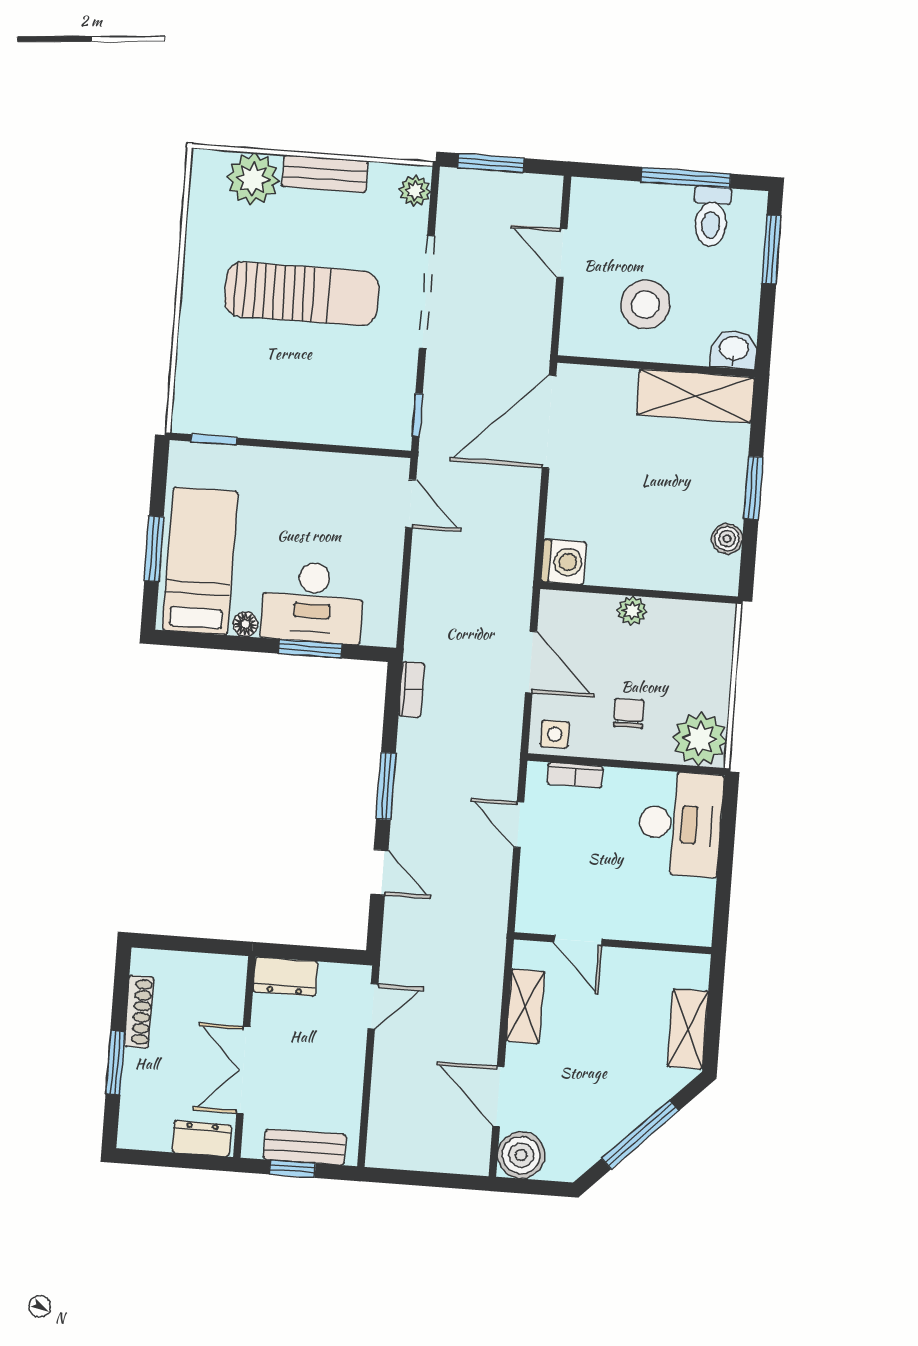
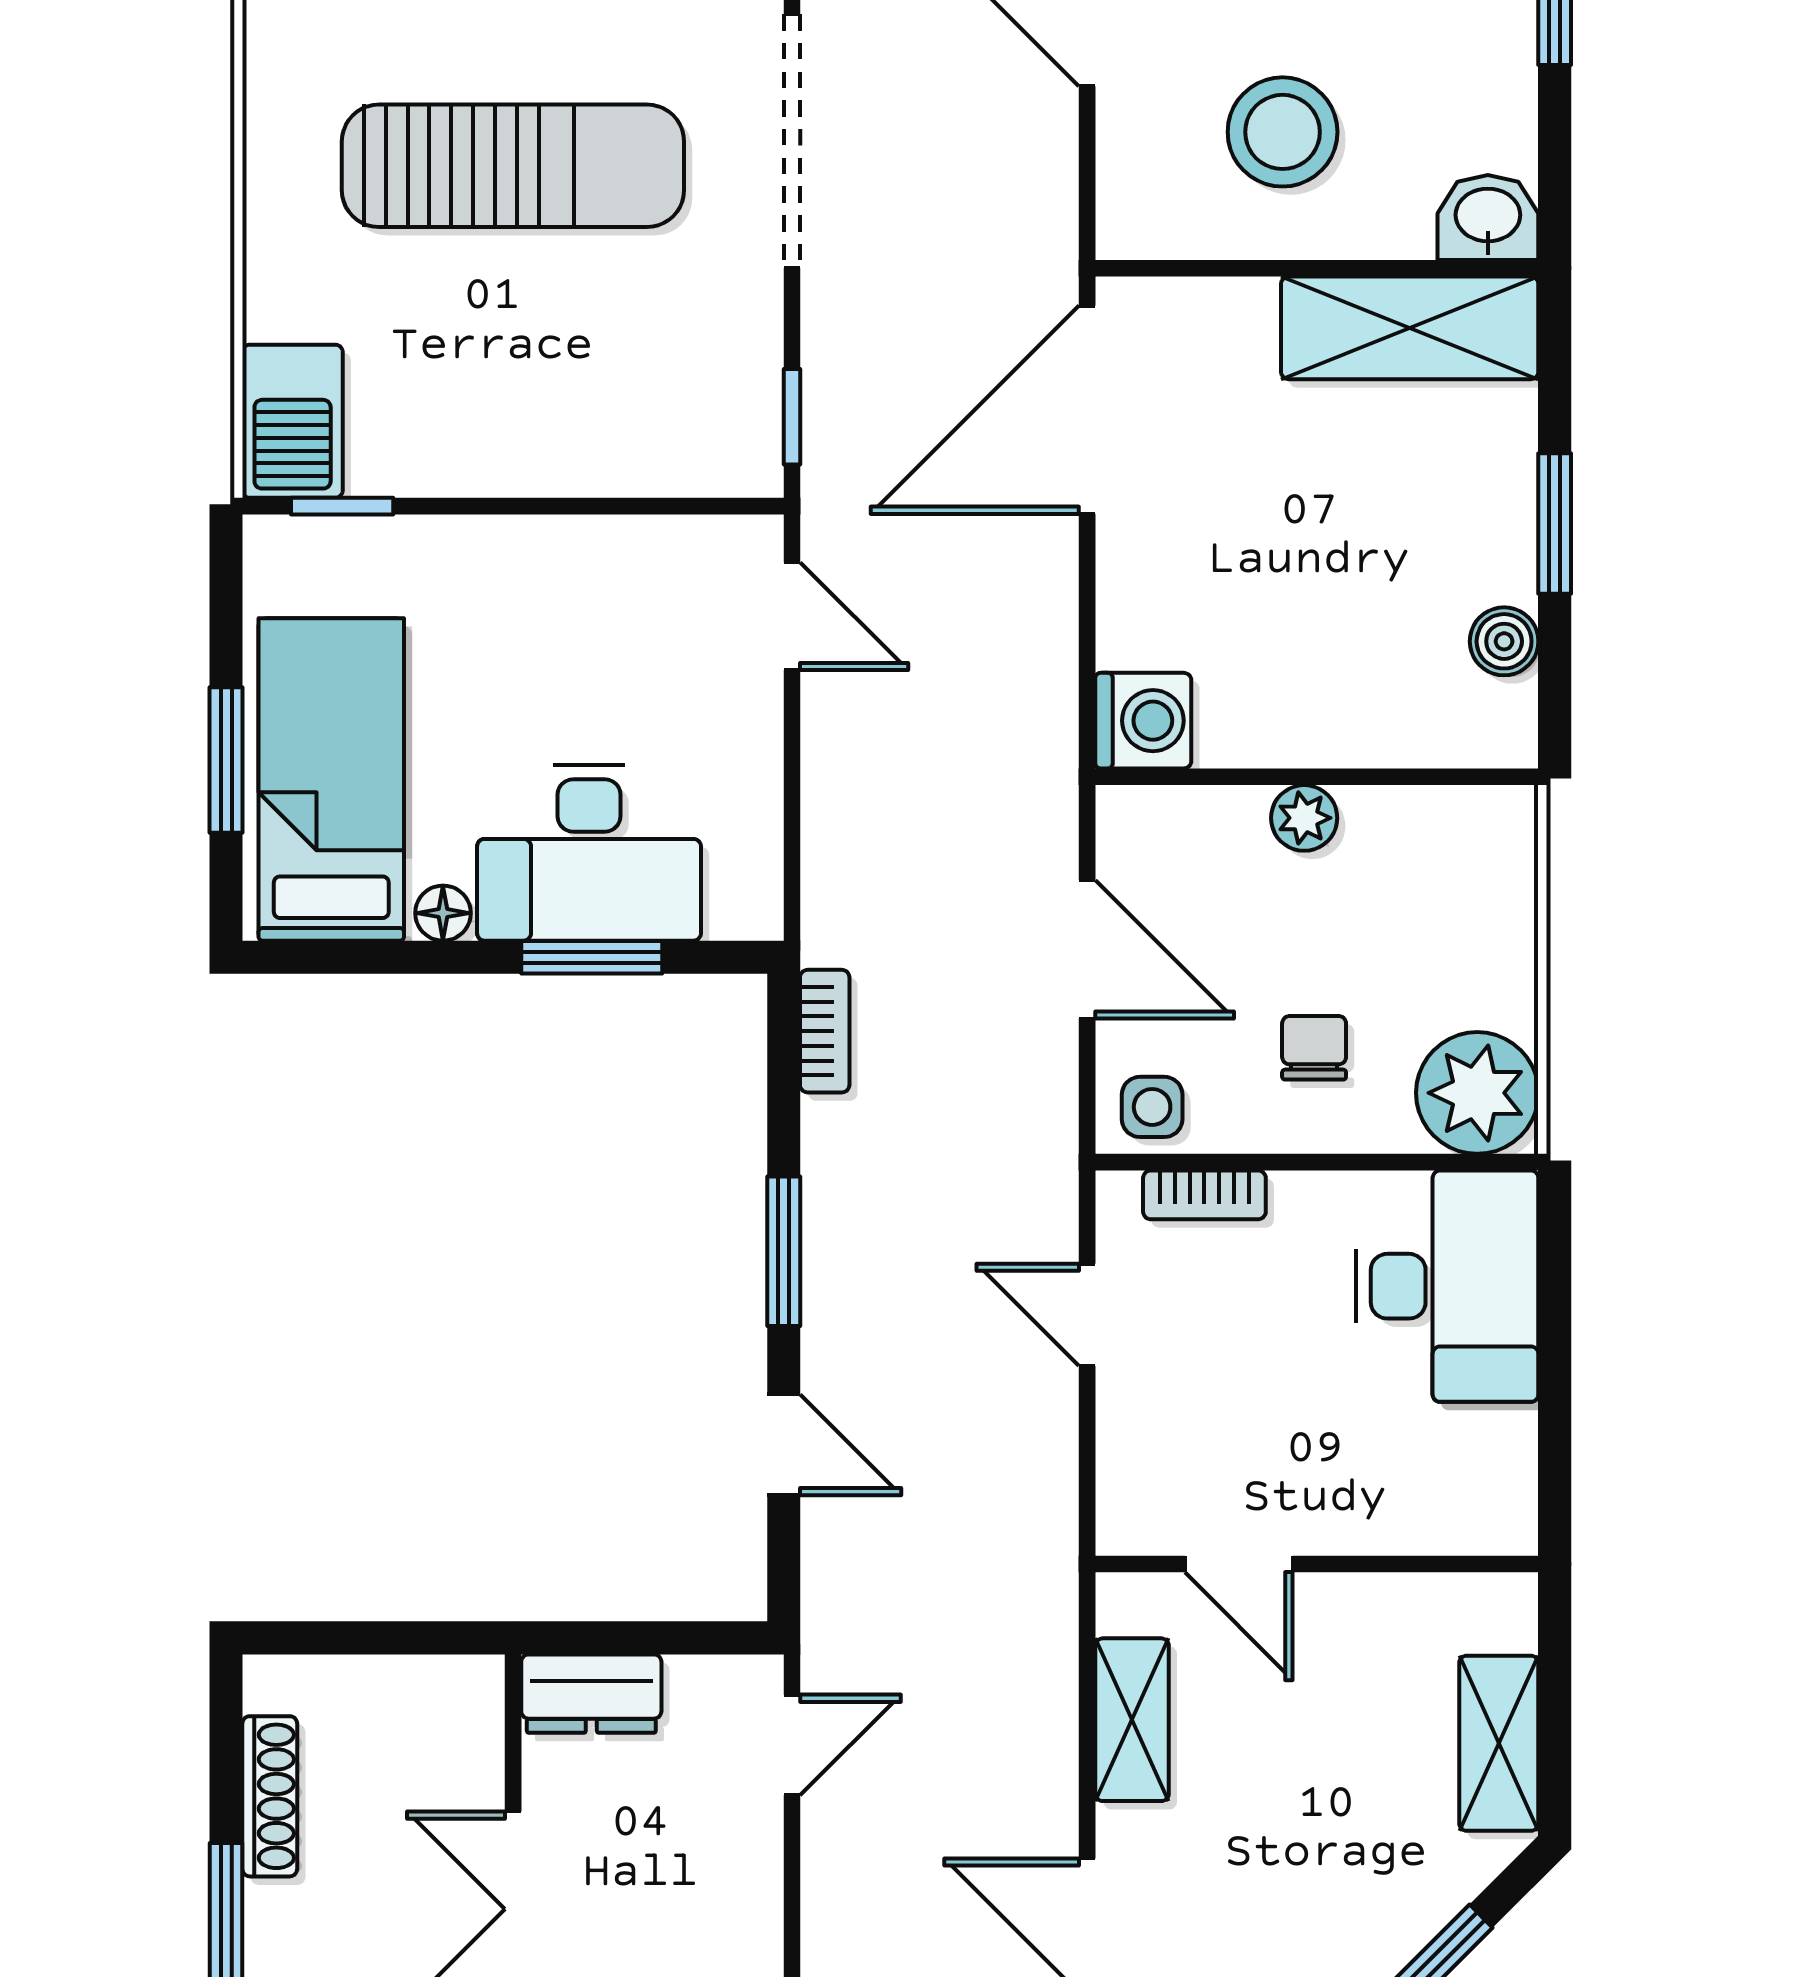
barbecue: (195, 400) -> (293, 421), added

